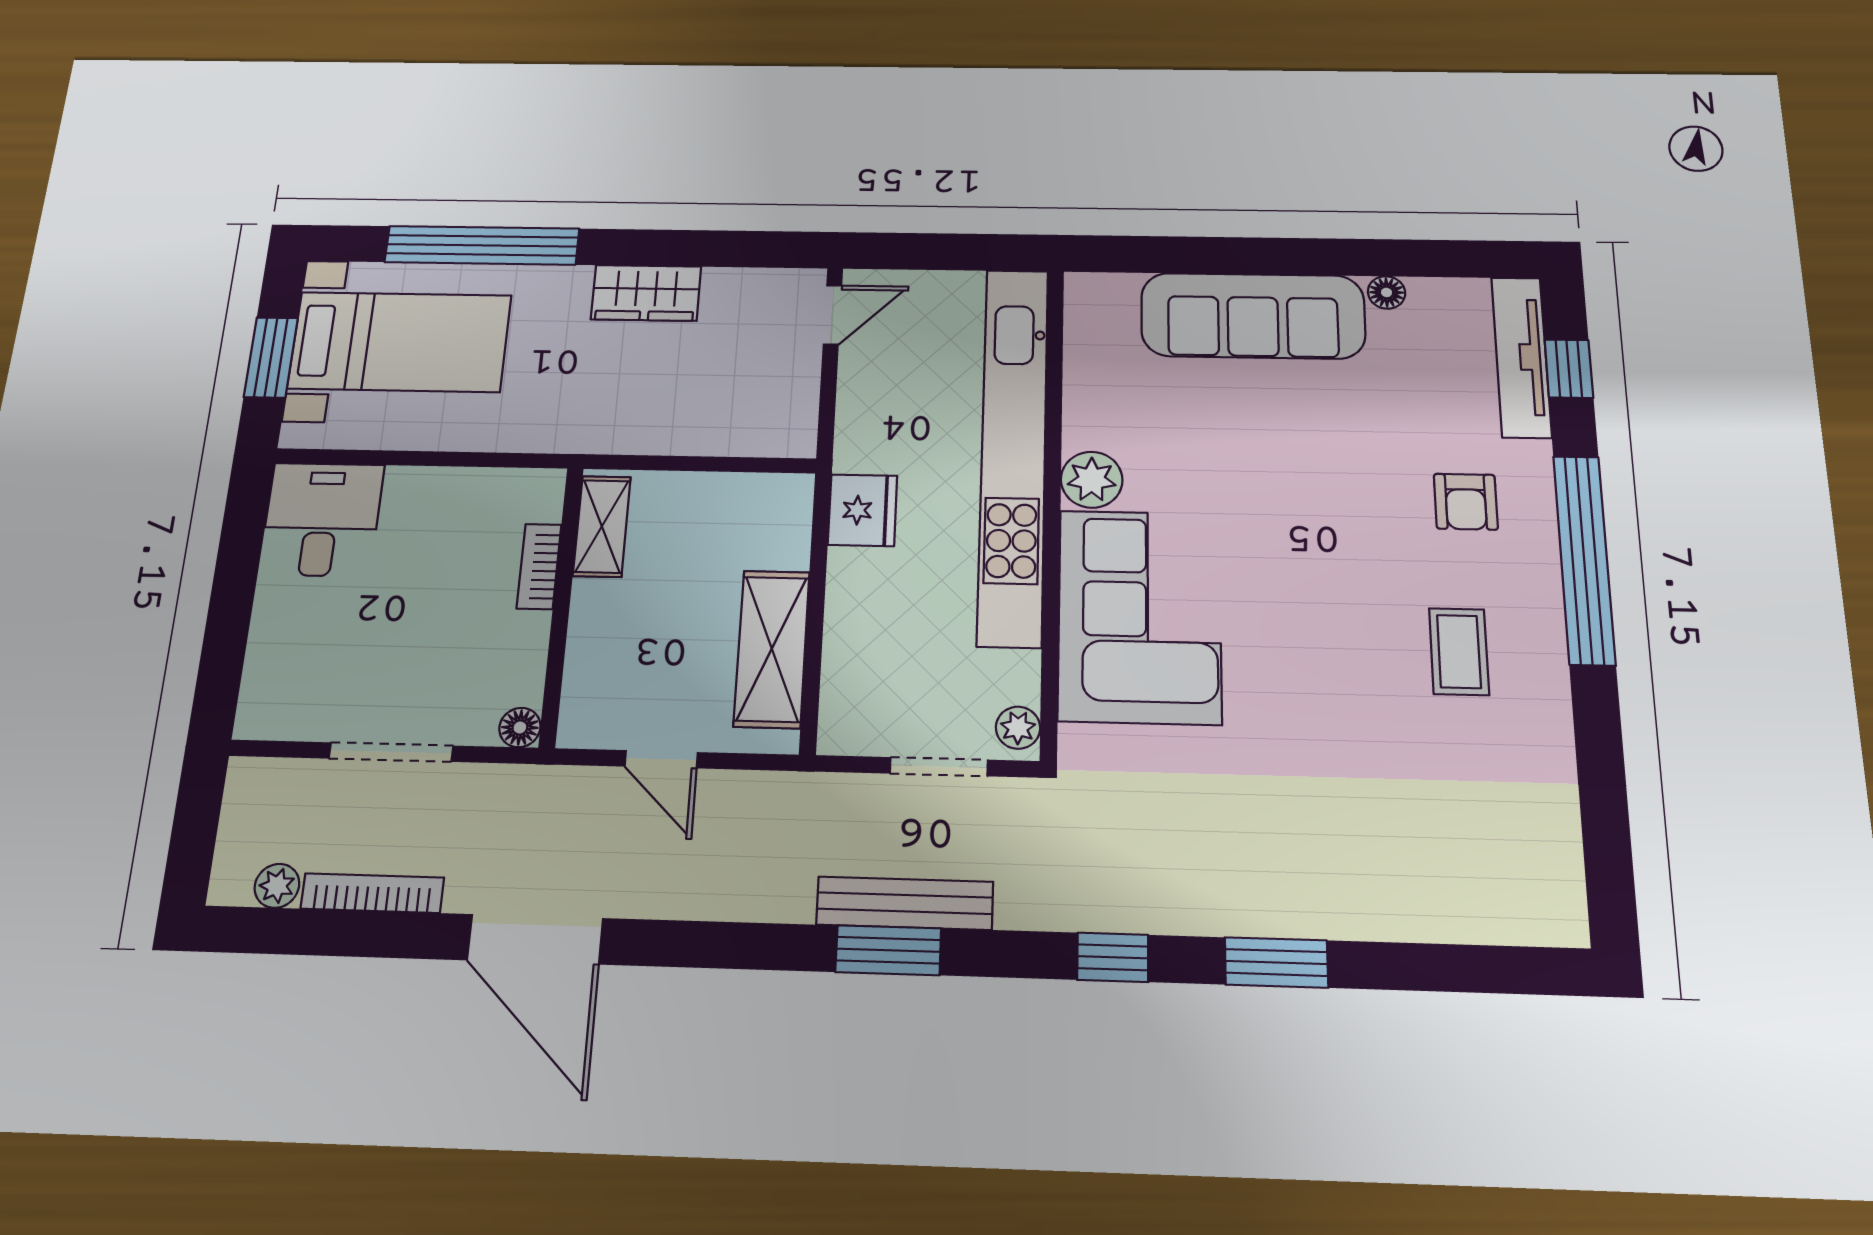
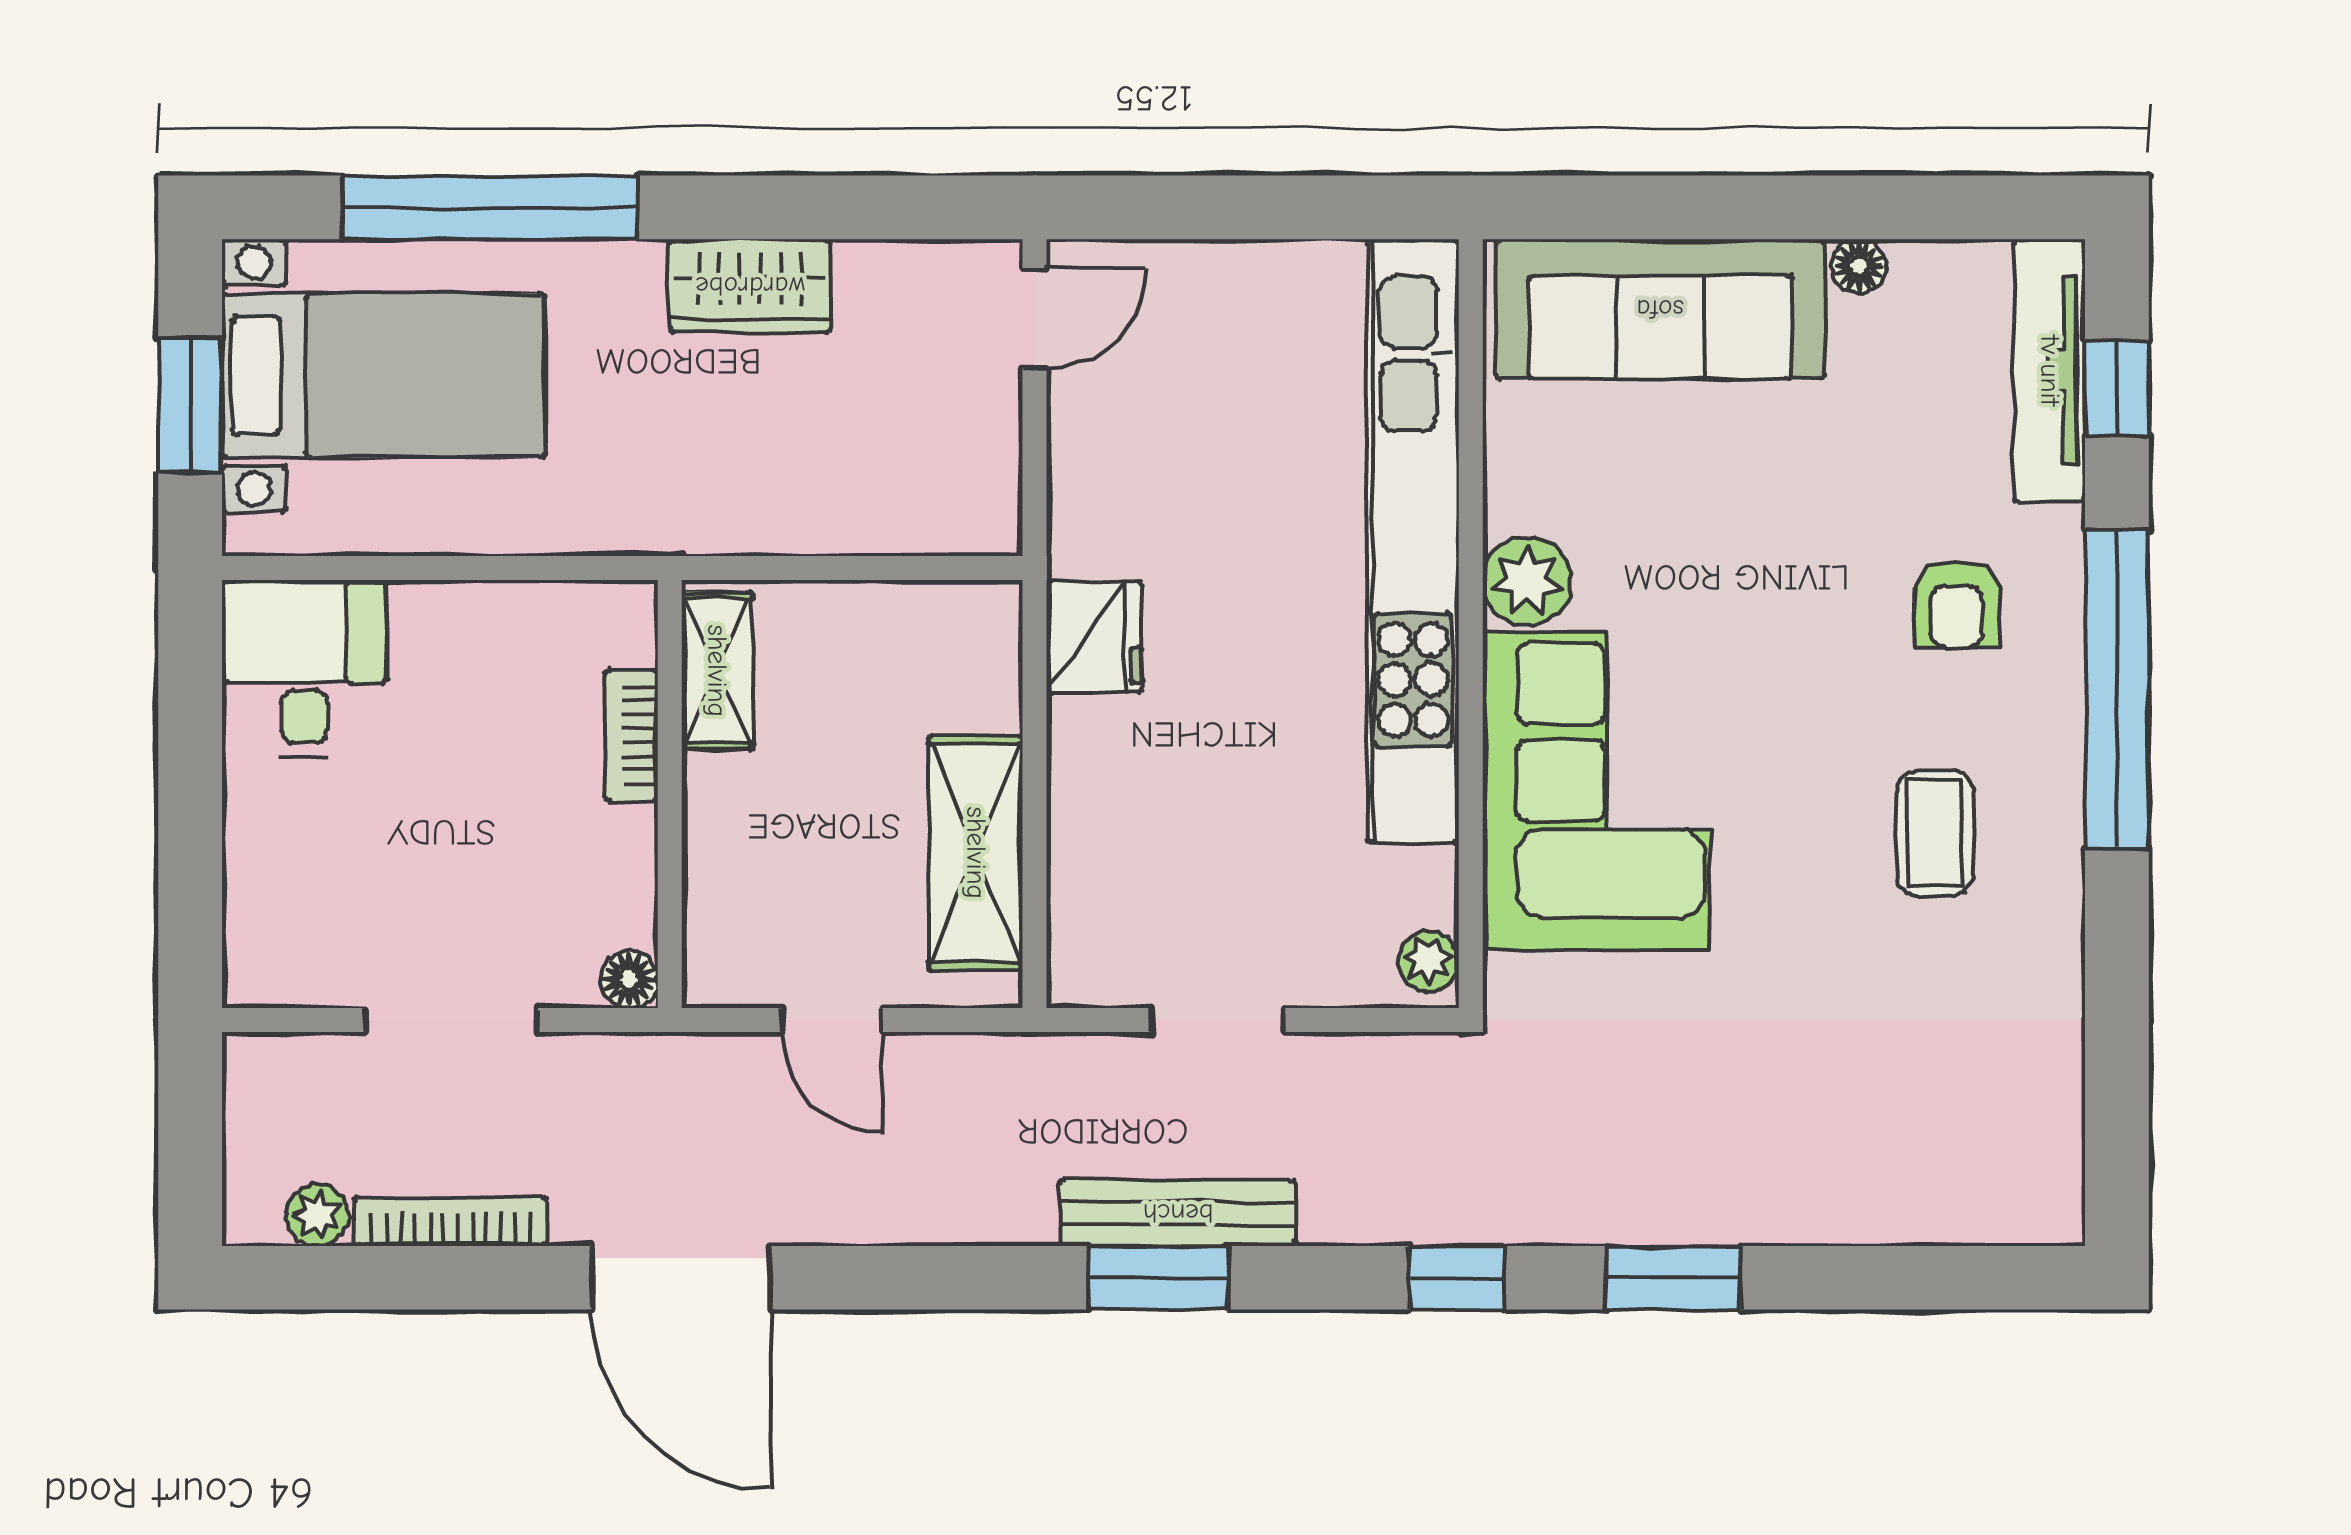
kitchen unit: (1013, 453) -> (1413, 541), moved
plant: (1092, 480) -> (1527, 581), moved
wall: (1052, 506) -> (1471, 624), moved
corner sofa: (1140, 616) -> (1596, 791), moved
plant: (1018, 728) -> (1428, 961), moved

